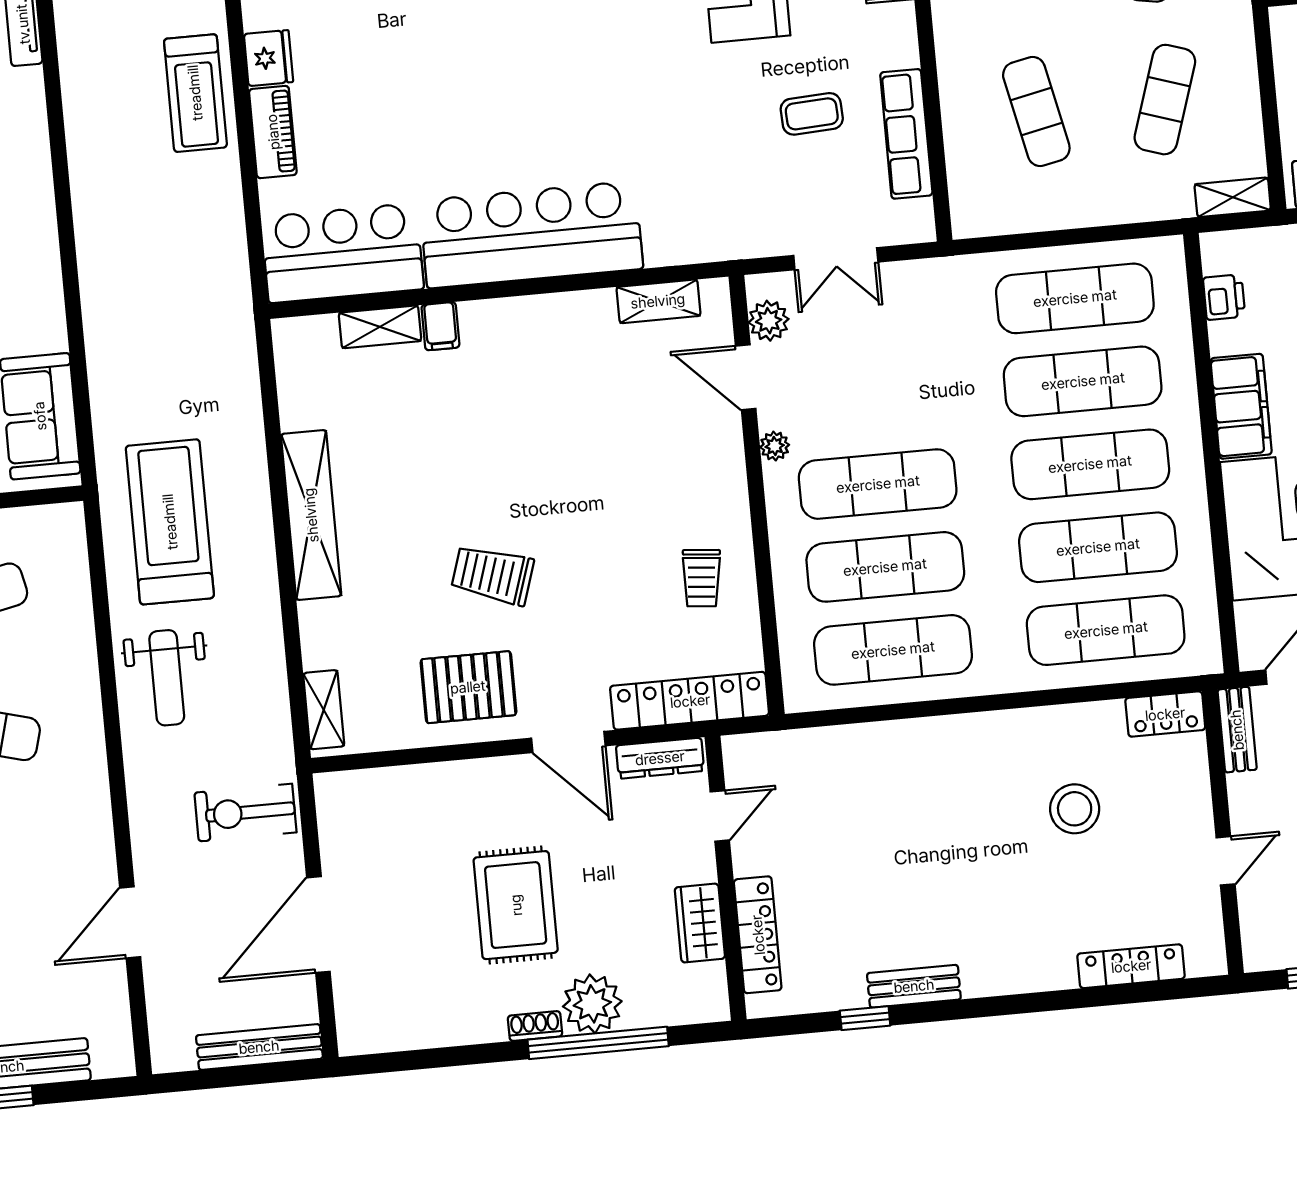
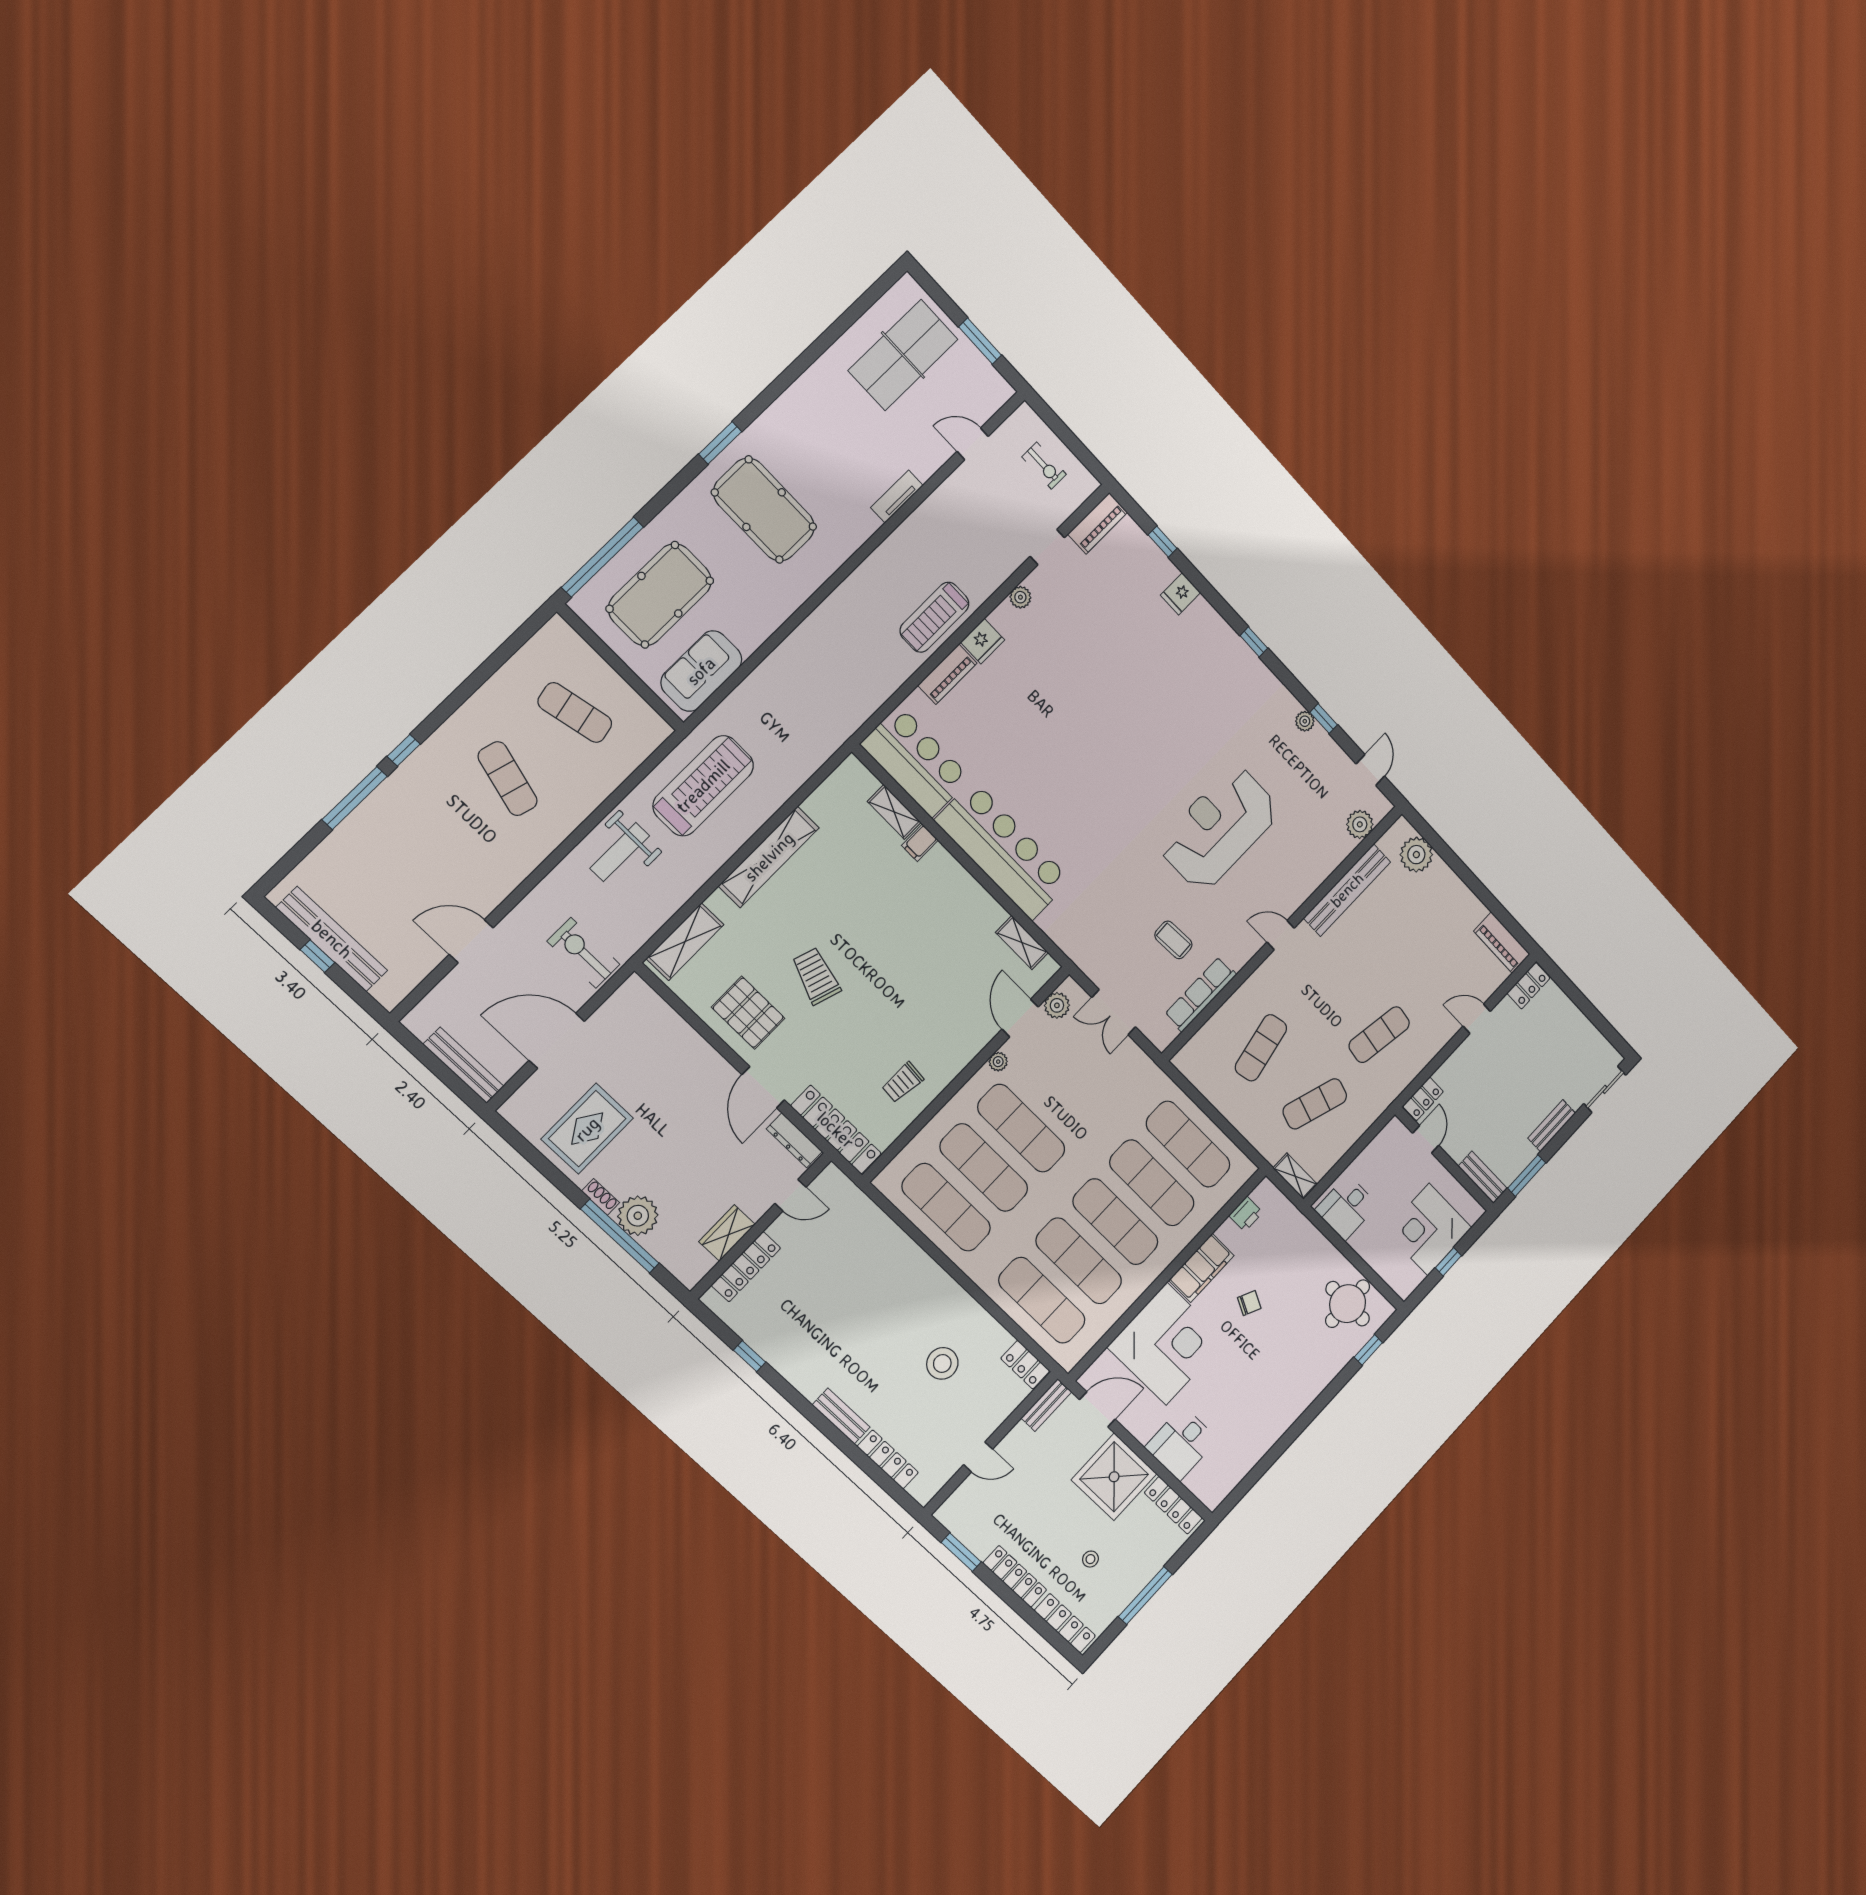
shelving: (324, 710) -> (685, 942), width x1.50, depth x1.33
rug: (516, 905) -> (587, 1129), moved
bench: (914, 986) -> (841, 1416), moved

